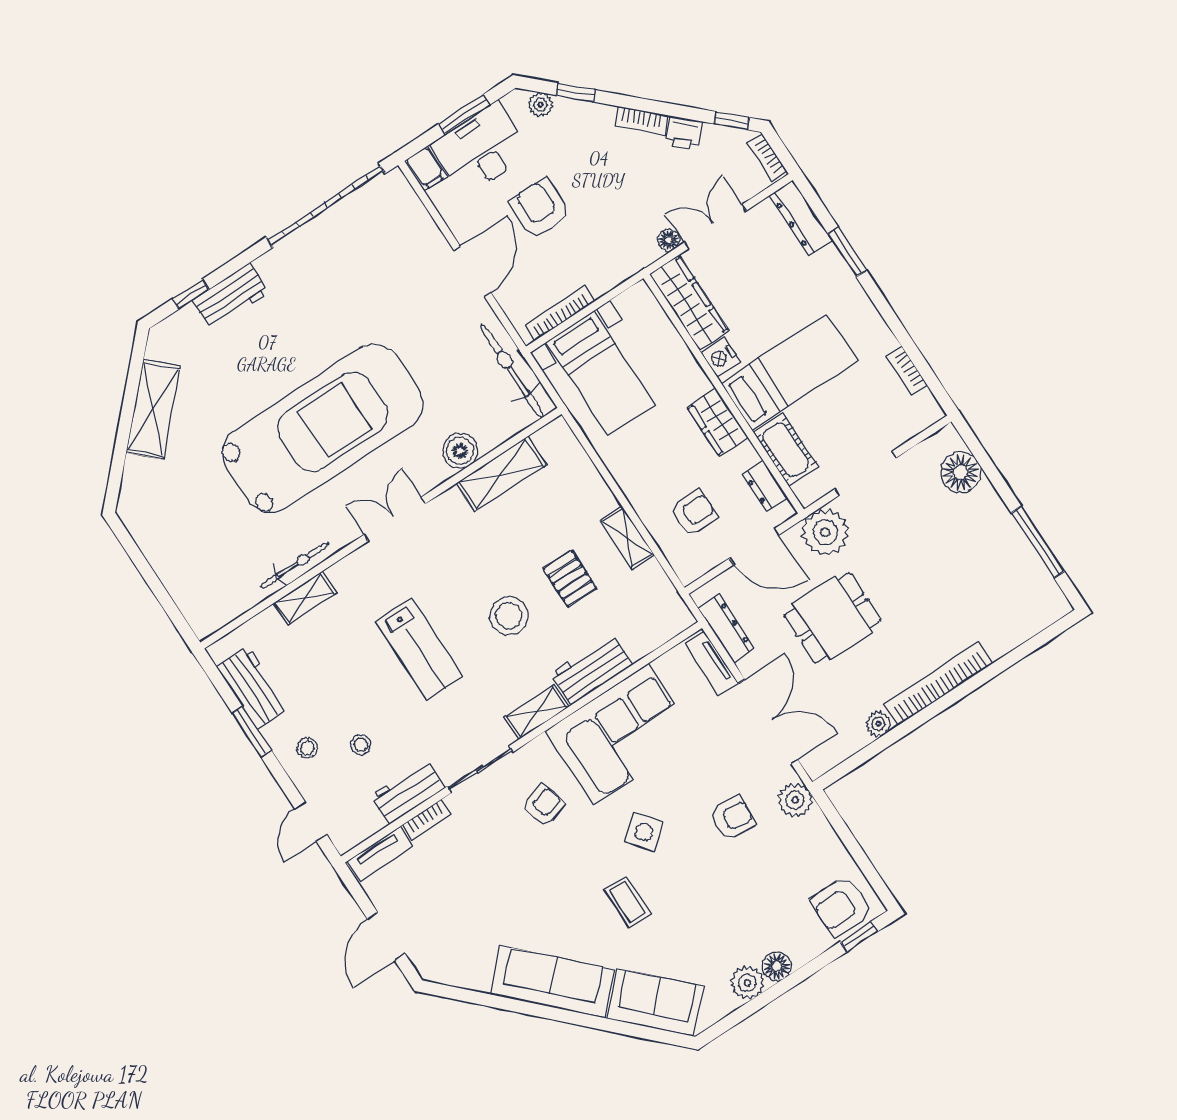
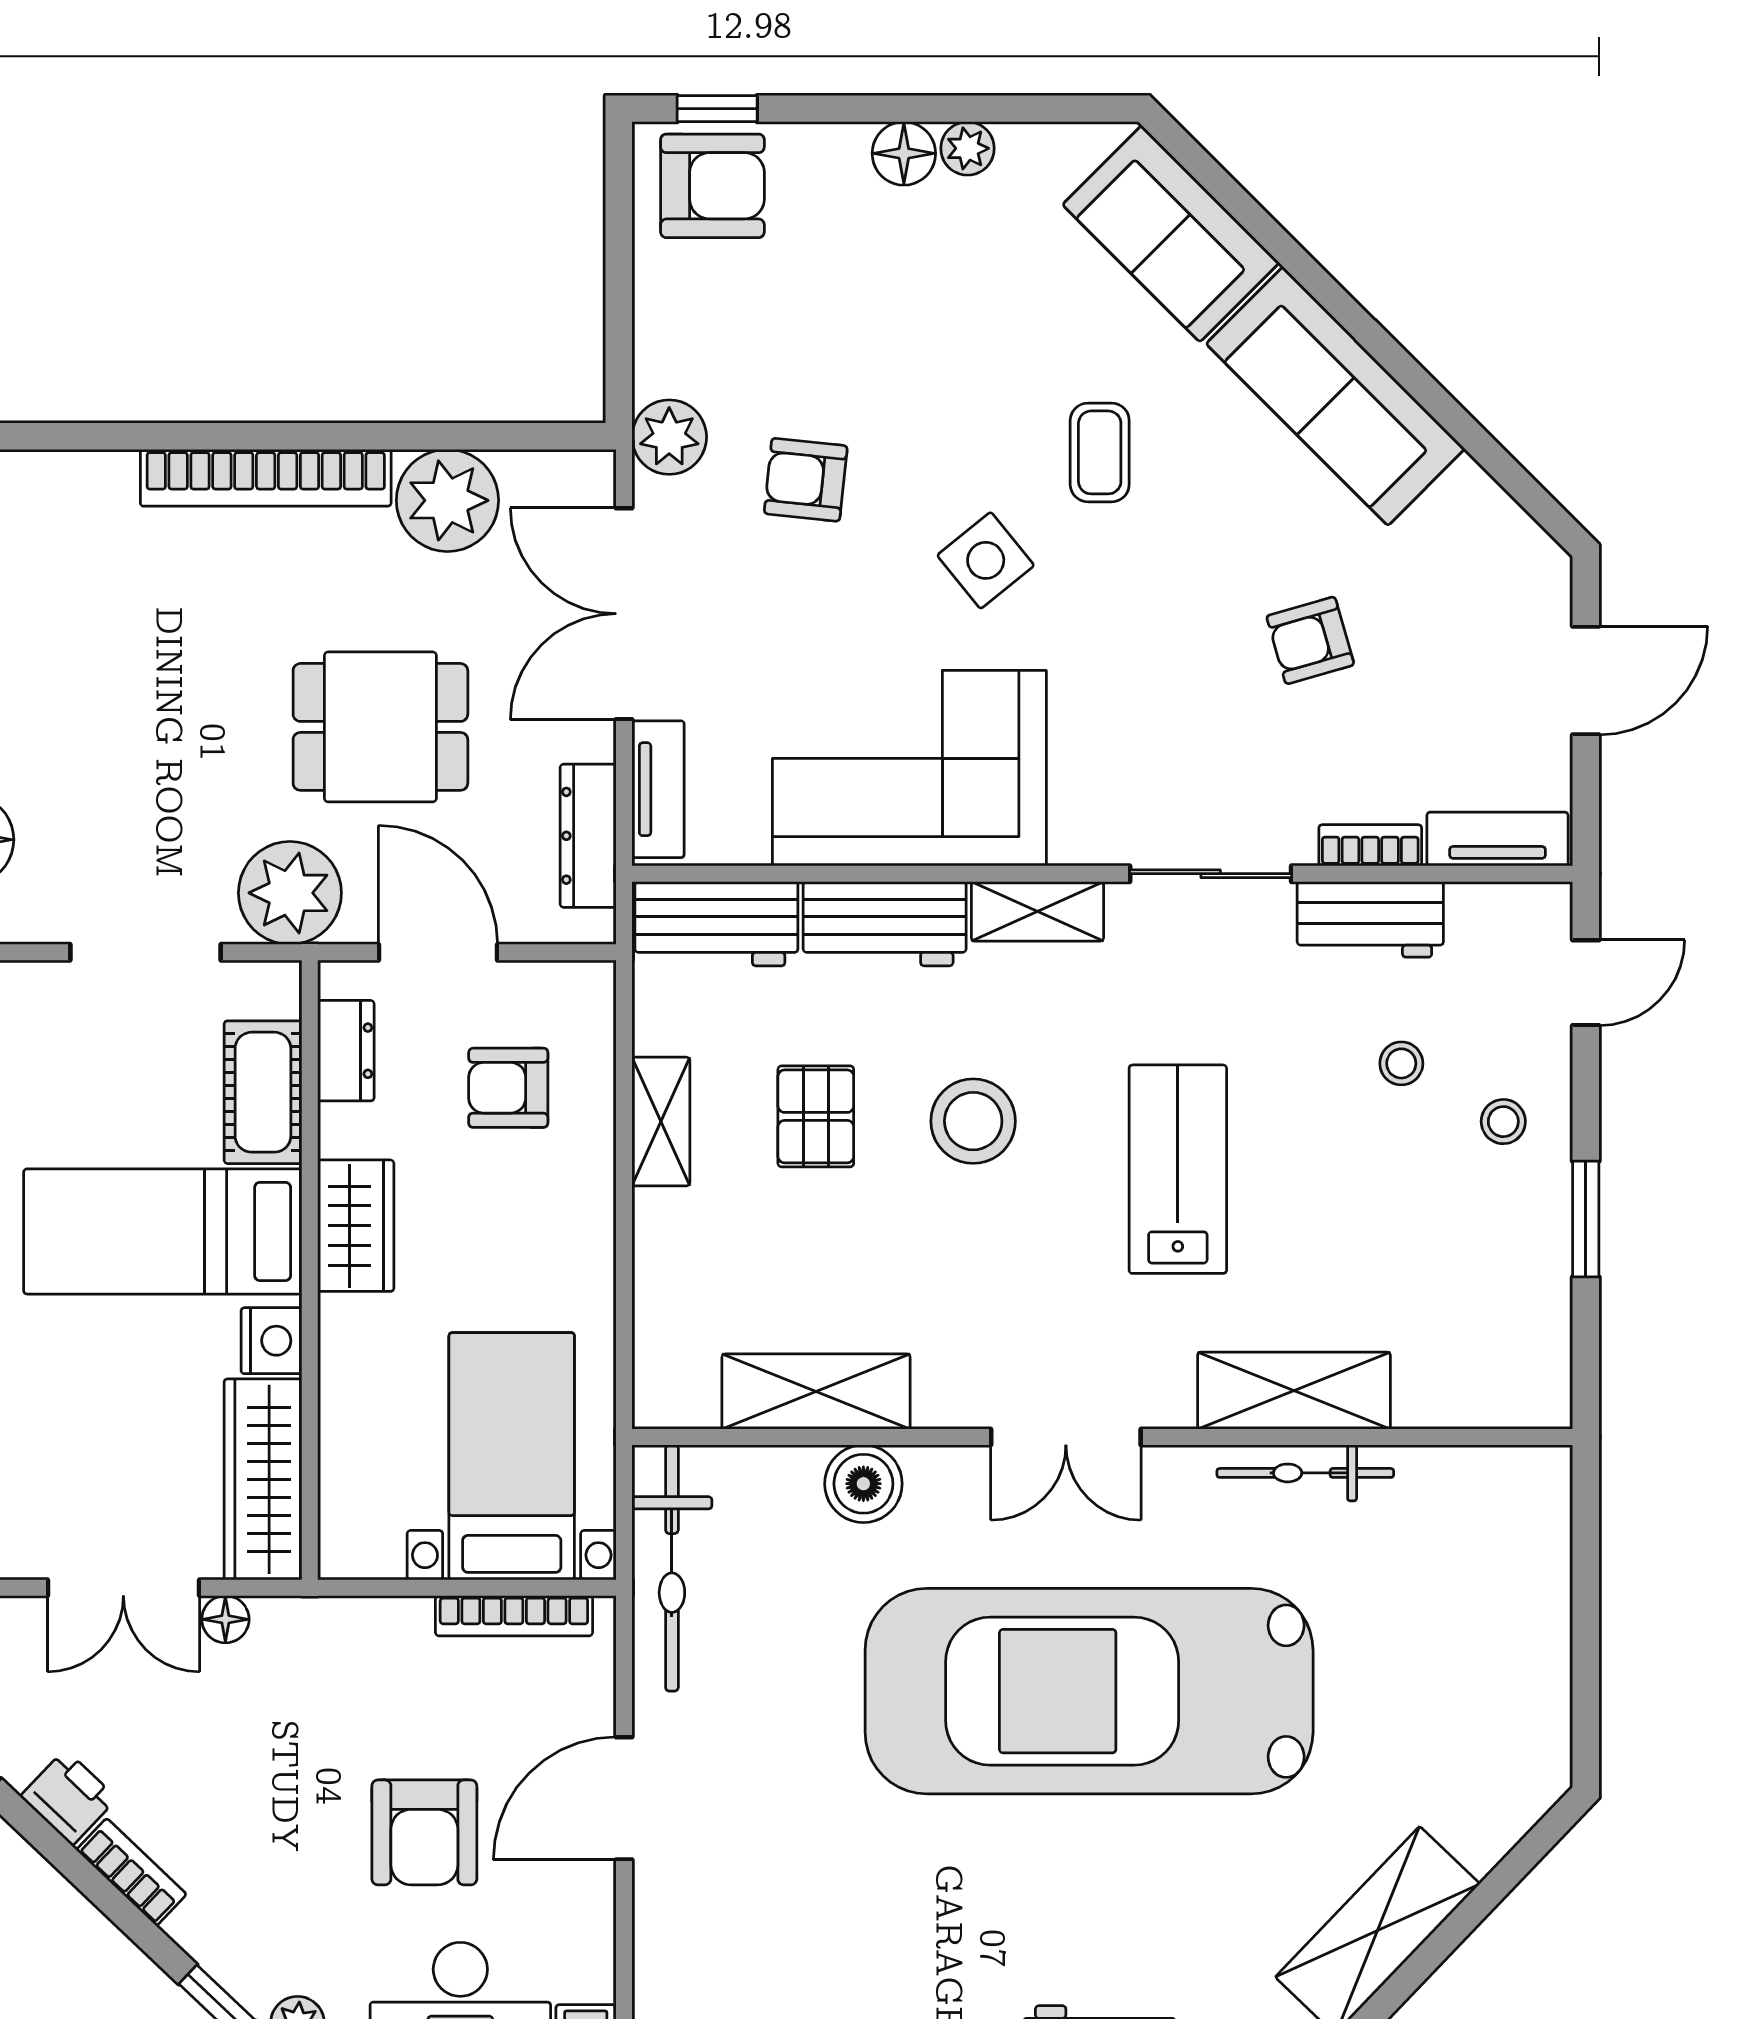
shelving: (305, 598) -> (1294, 1391), width x1.50, depth x1.33
workbench: (253, 687) -> (716, 924), moved, turned -90
plant: (878, 724) -> (447, 500), width x1.87, depth x1.87
armchair: (543, 805) -> (1310, 640), moved
plant: (747, 983) -> (968, 148), width x0.73, depth x0.73

